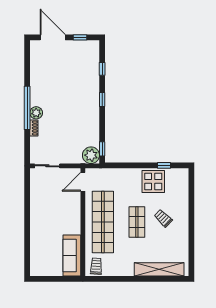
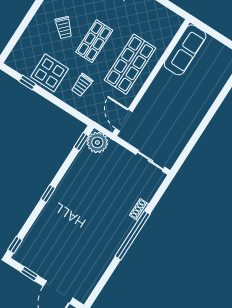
window: (102, 69) -> (15, 245), moved
plant: (36, 113) -> (126, 224), removed
door: (83, 182) -> (124, 120), swing flipped
shop shelf: (103, 222) -> (130, 64), width x0.71
trolley: (96, 266) -> (82, 85), moved

